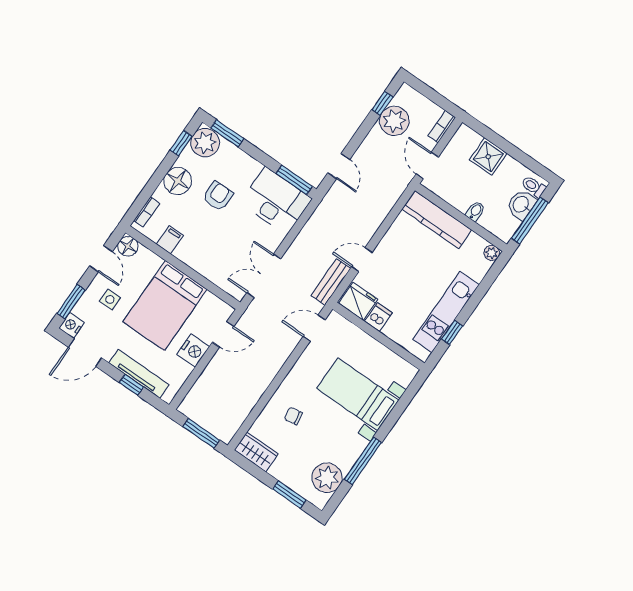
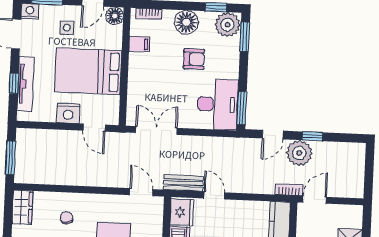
window: (382, 103) -> (312, 136), moved
plant: (394, 121) -> (299, 153), moved
bookcase: (442, 127) -> (289, 190), moved

